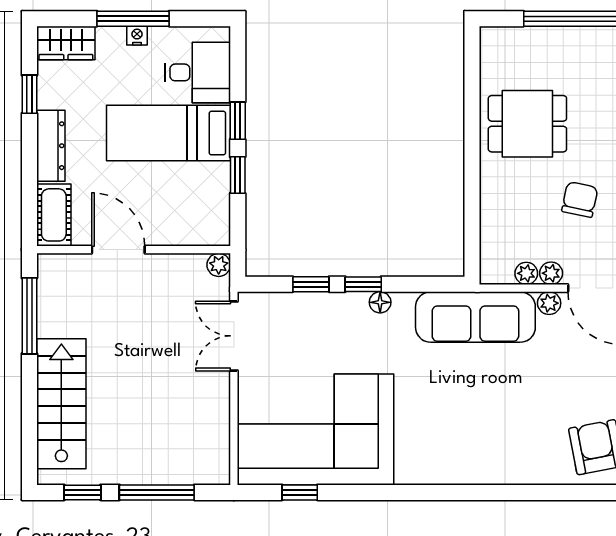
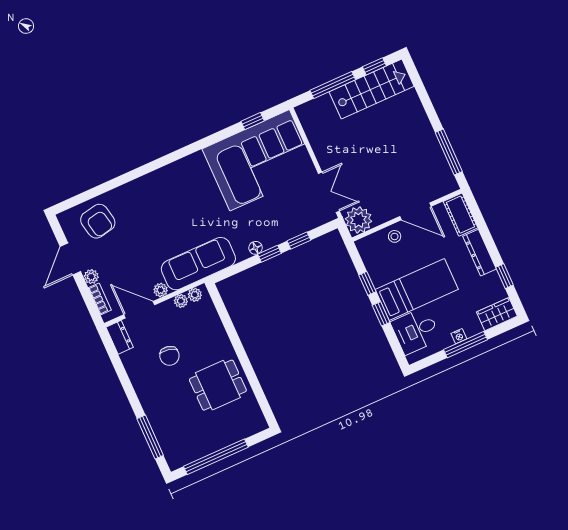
stool: (166, 227) -> (395, 236), added
plant: (219, 265) -> (359, 220), width x1.87, depth x1.87
plant: (551, 273) -> (195, 295), moved
stairs: (61, 404) -> (372, 89), moved, turned -90

